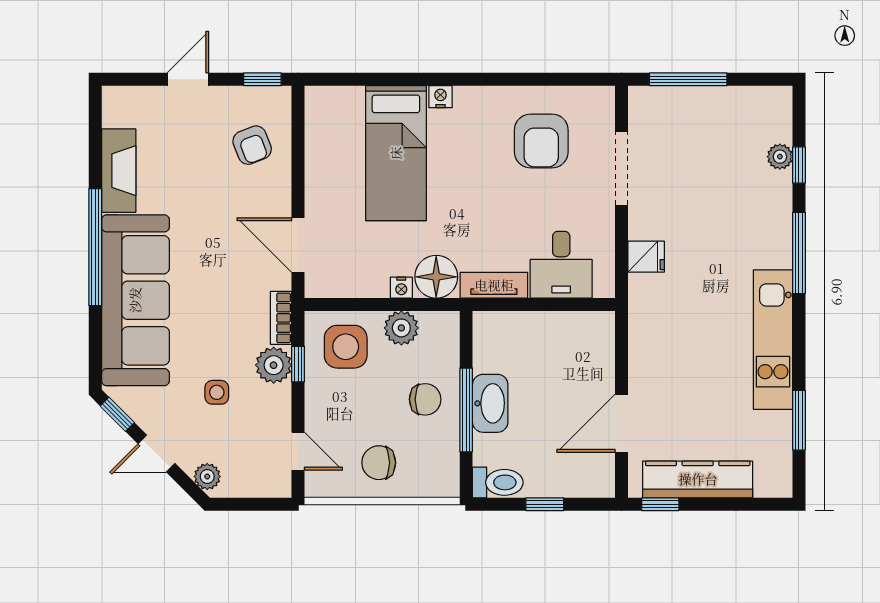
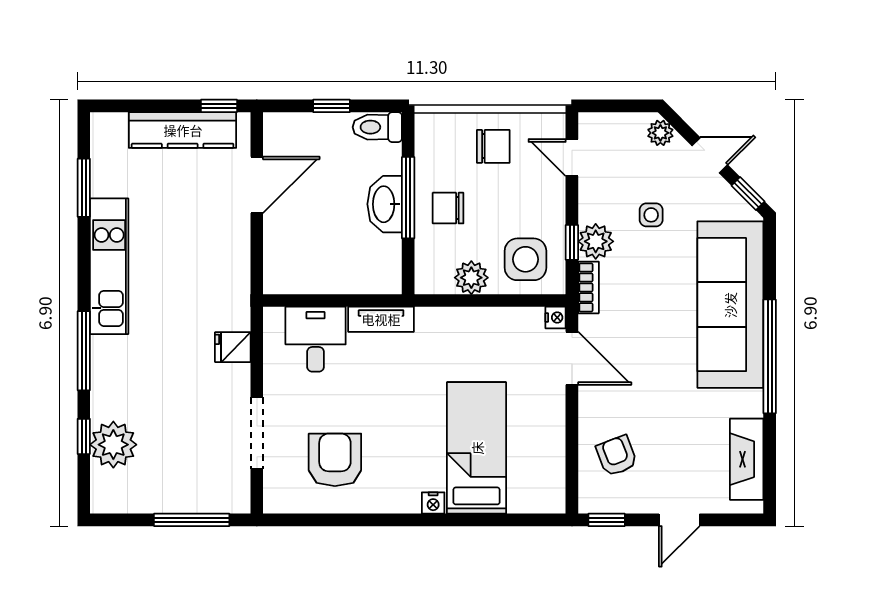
plant: (780, 157) -> (113, 445), width x1.87, depth x1.87
fireplace: (119, 171) -> (747, 459), moved
floor lamp: (436, 277) -> (437, 328), removed
nightstand: (401, 288) -> (556, 317), moved, turned 90

